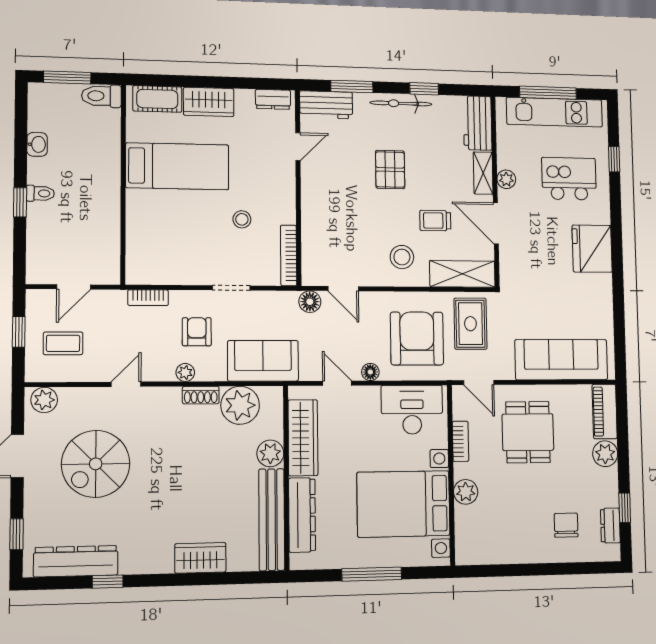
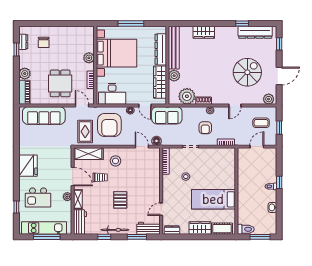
sofa: (263, 361) -> (167, 115), moved

